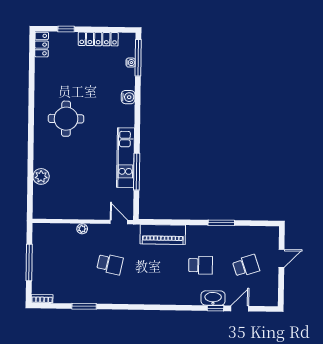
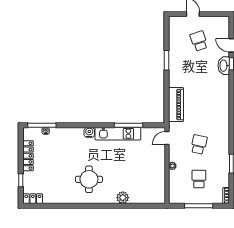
water cooler: (128, 97) -> (89, 132), moved
plant: (41, 176) -> (123, 198), moved
school desk: (201, 265) -> (199, 179), moved

